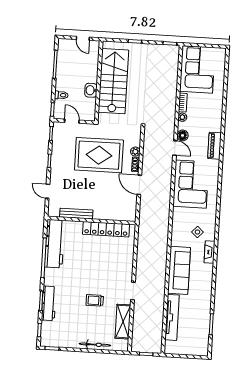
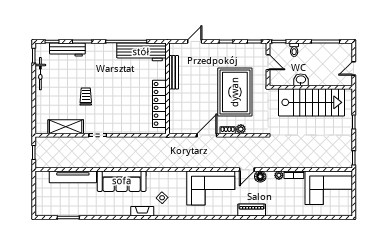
door: (72, 121) -> (268, 62), hinge flipped
workbench: (49, 303) -> (67, 50), moved
bicycle: (95, 345) -> (40, 74), moved

